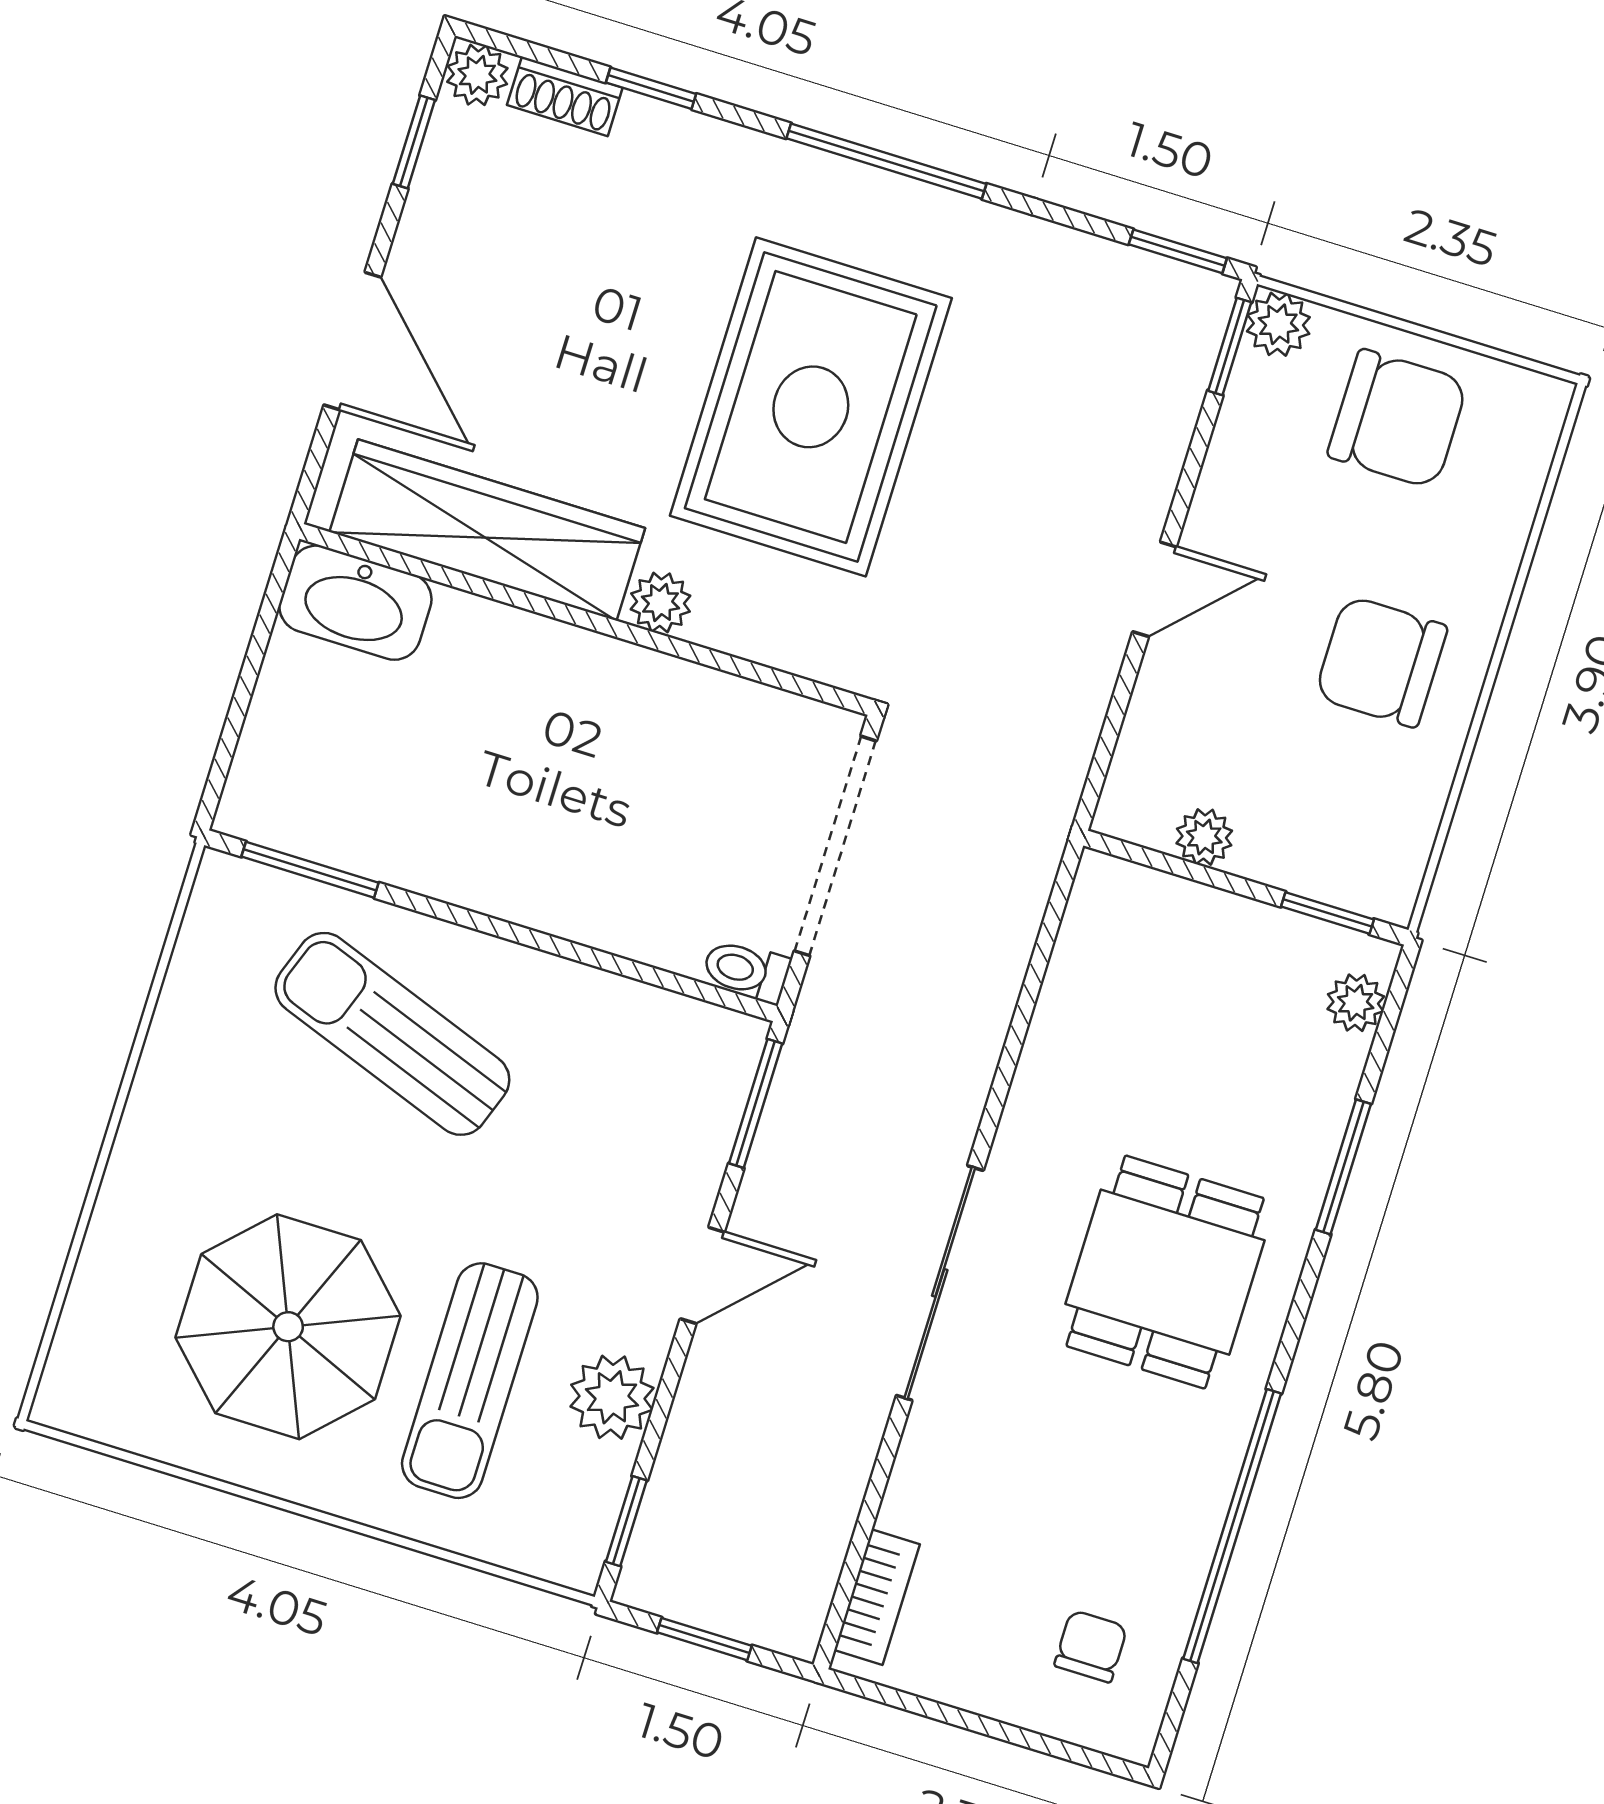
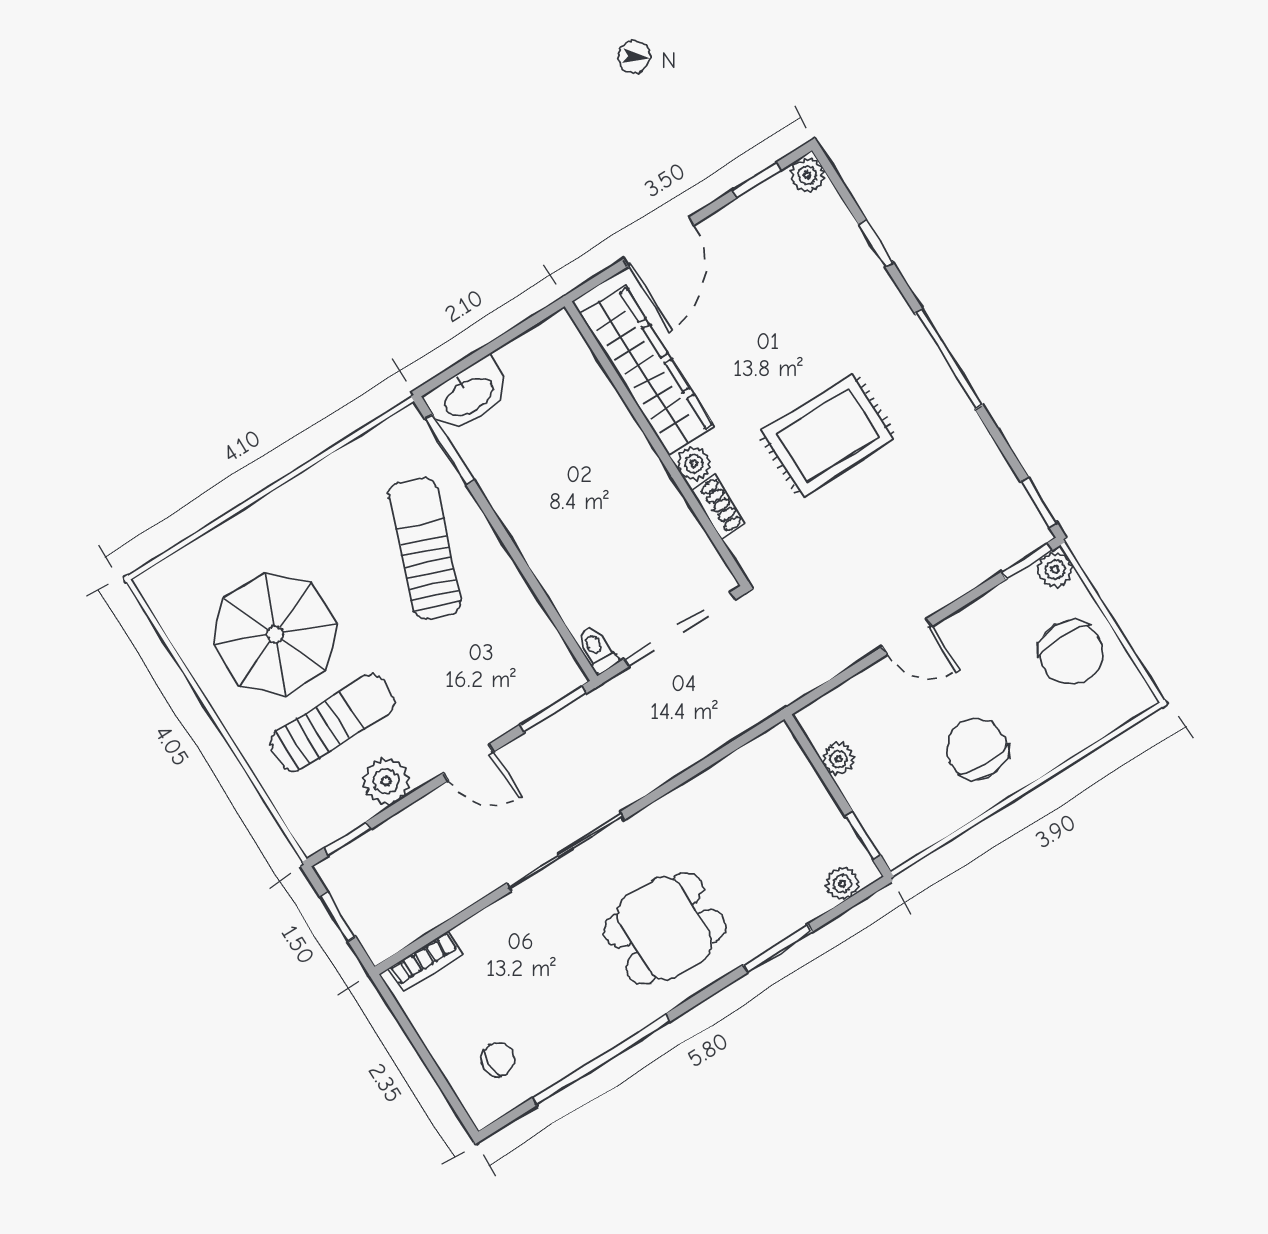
shoe rack: (565, 96) -> (718, 507), moved, turned 180
rug: (811, 407) -> (828, 435), width x0.73, depth x0.69
washbasin: (355, 603) -> (468, 396), moved, turned -90
sun lounger: (470, 1381) -> (332, 723), turned 180

